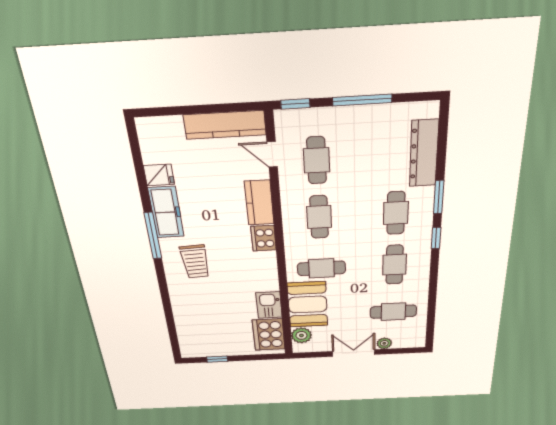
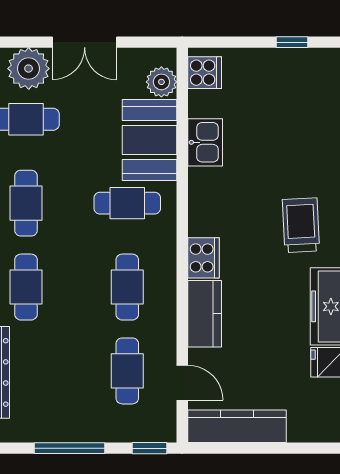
cooker: (269, 335) -> (205, 73), width x0.53, depth x0.76
plant: (384, 343) -> (29, 69), width x1.88, depth x1.88

